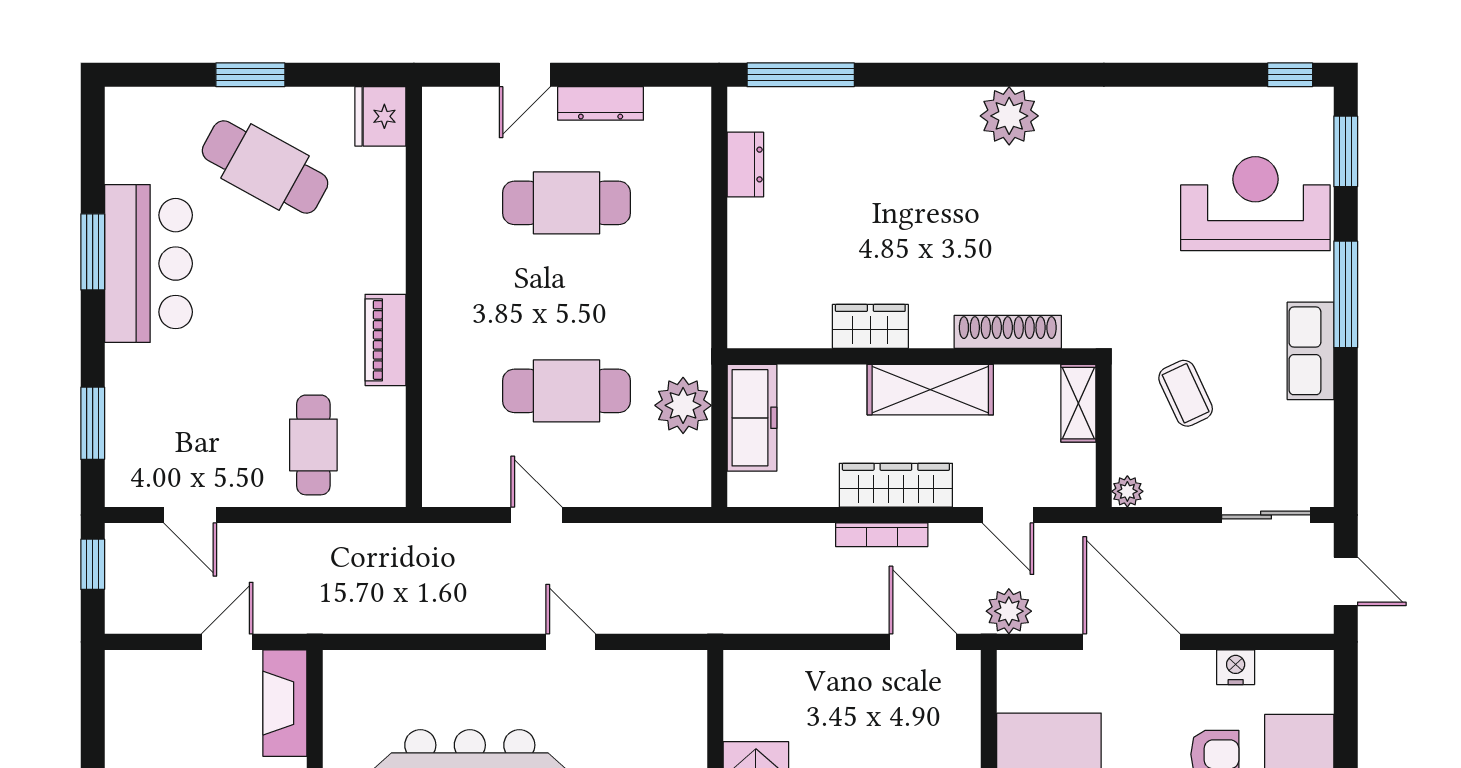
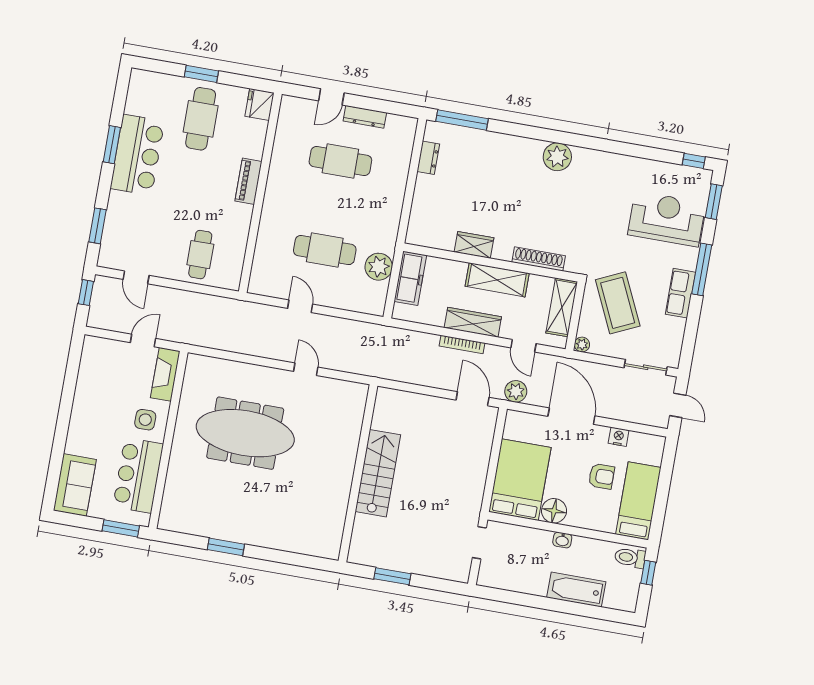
cafe table: (265, 167) -> (201, 119), turned 61
piano: (386, 340) -> (248, 181), moved
coffee table: (1186, 393) -> (618, 303), width x1.86, depth x1.72
shelving: (1078, 403) -> (562, 307), width x1.50, depth x1.33

